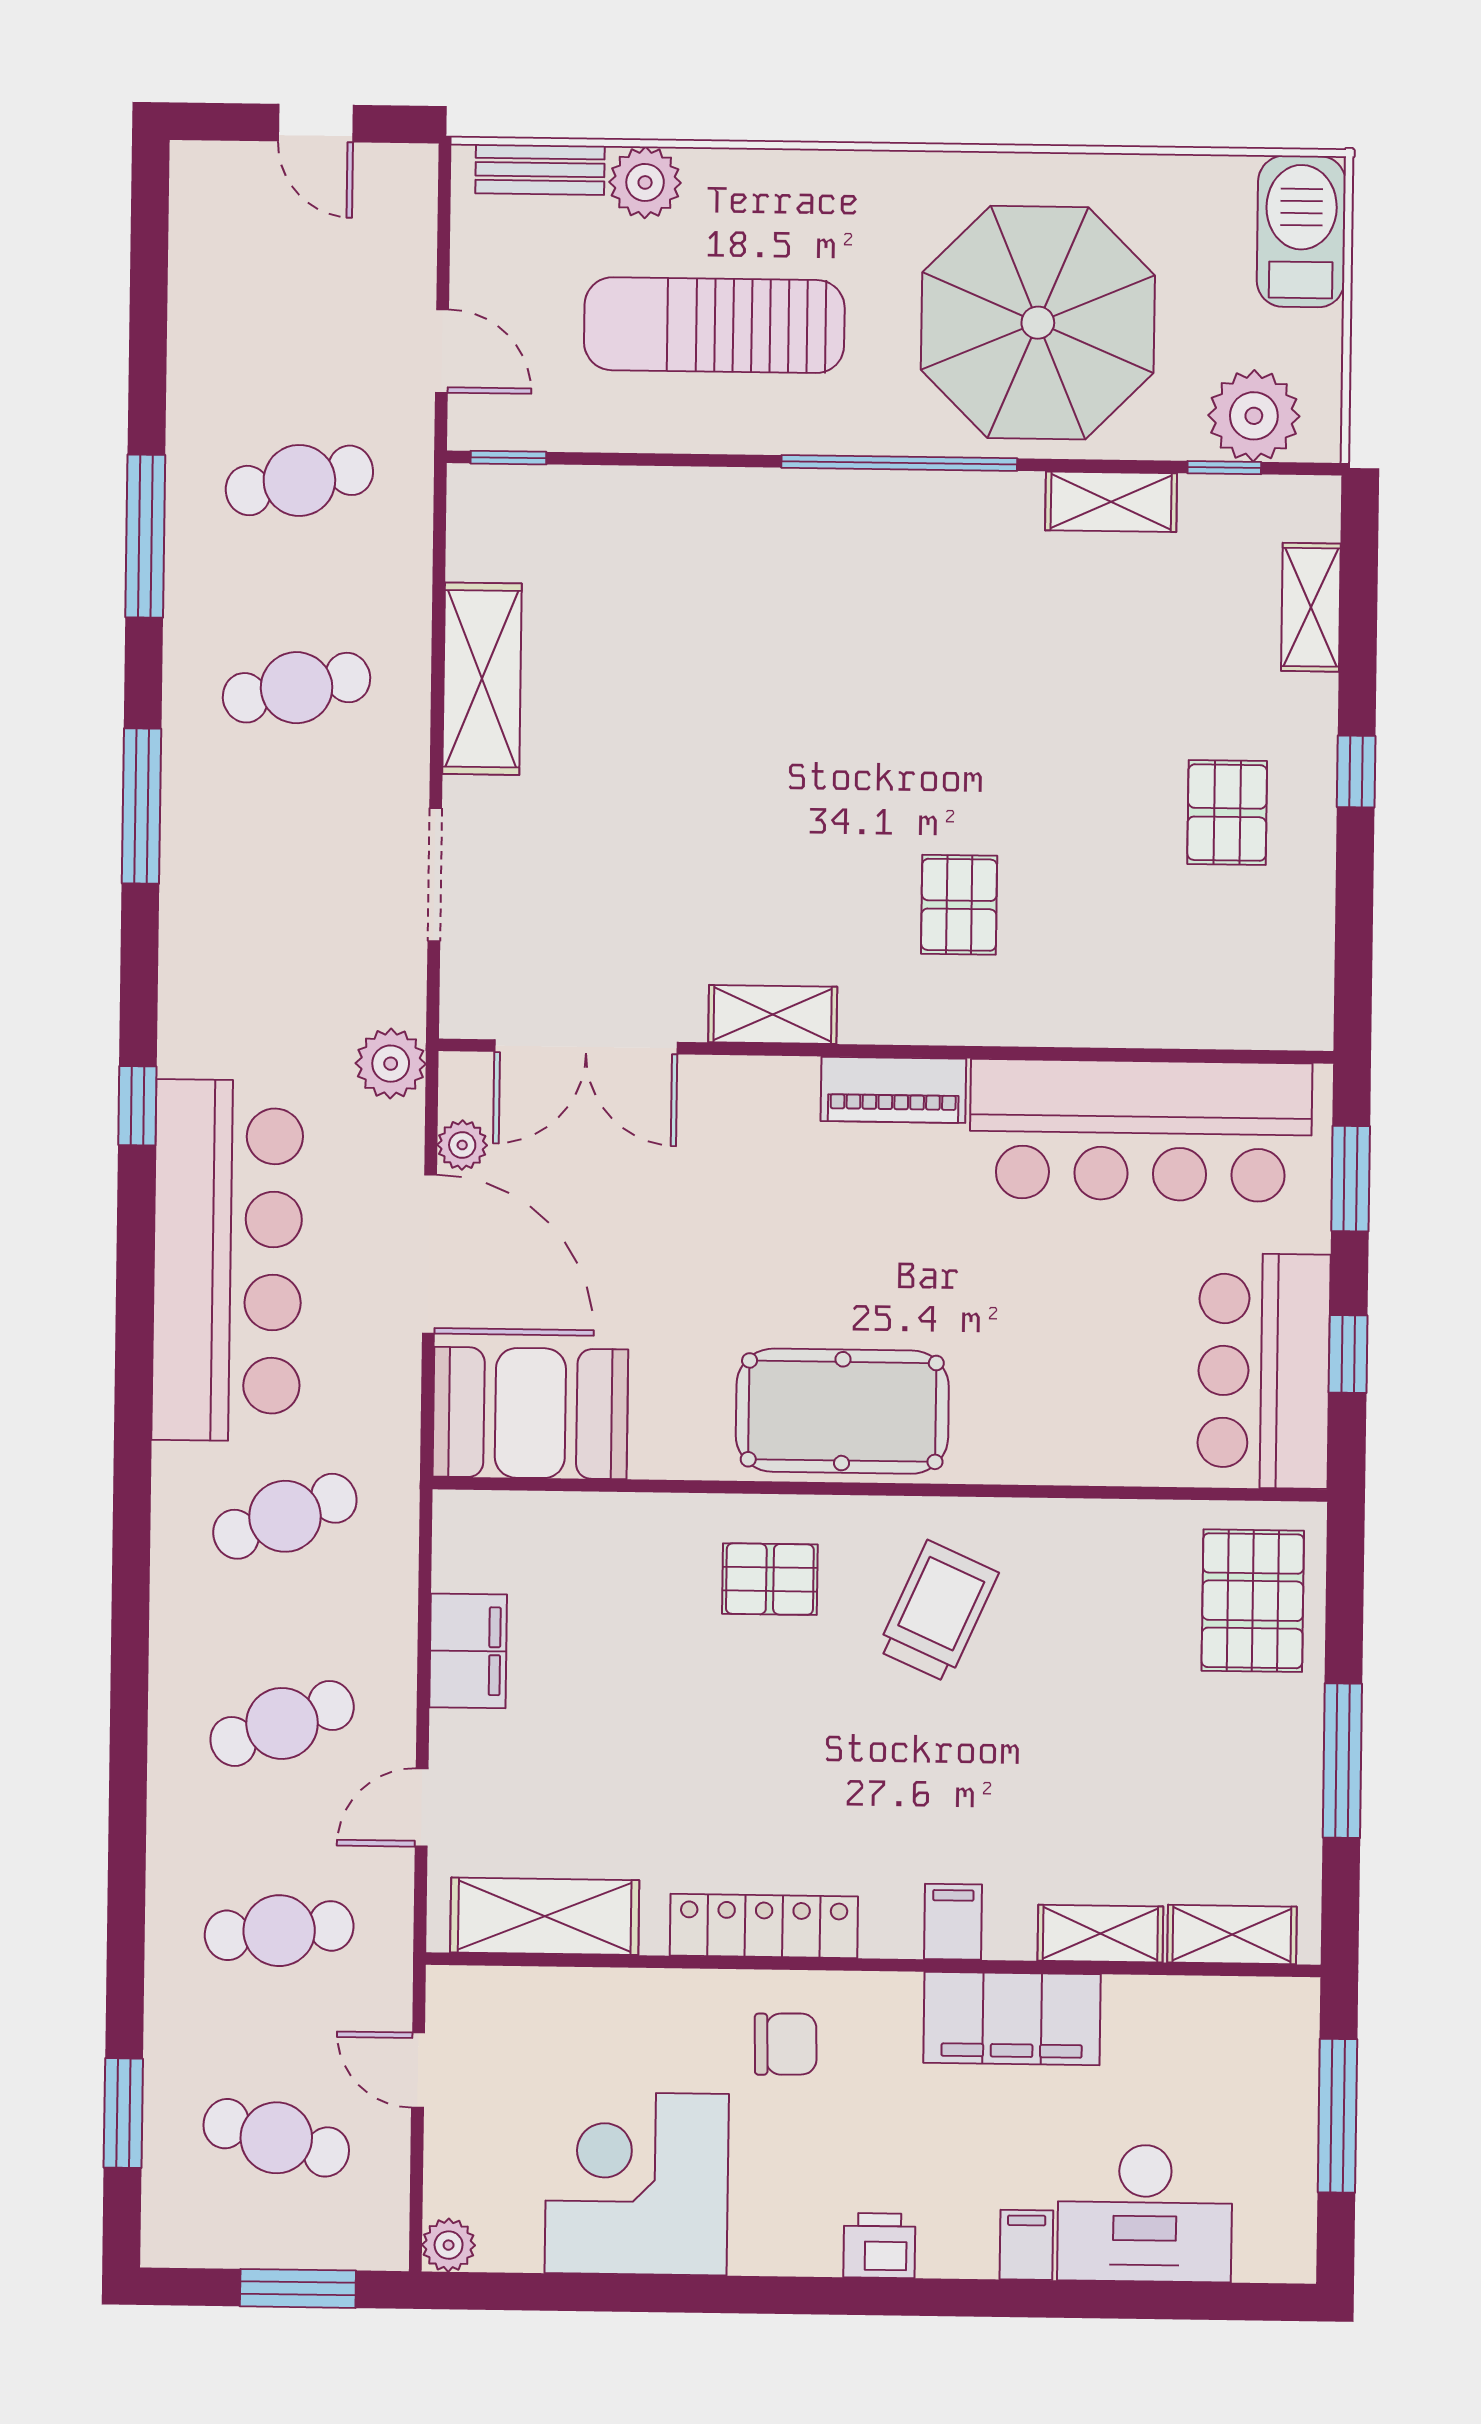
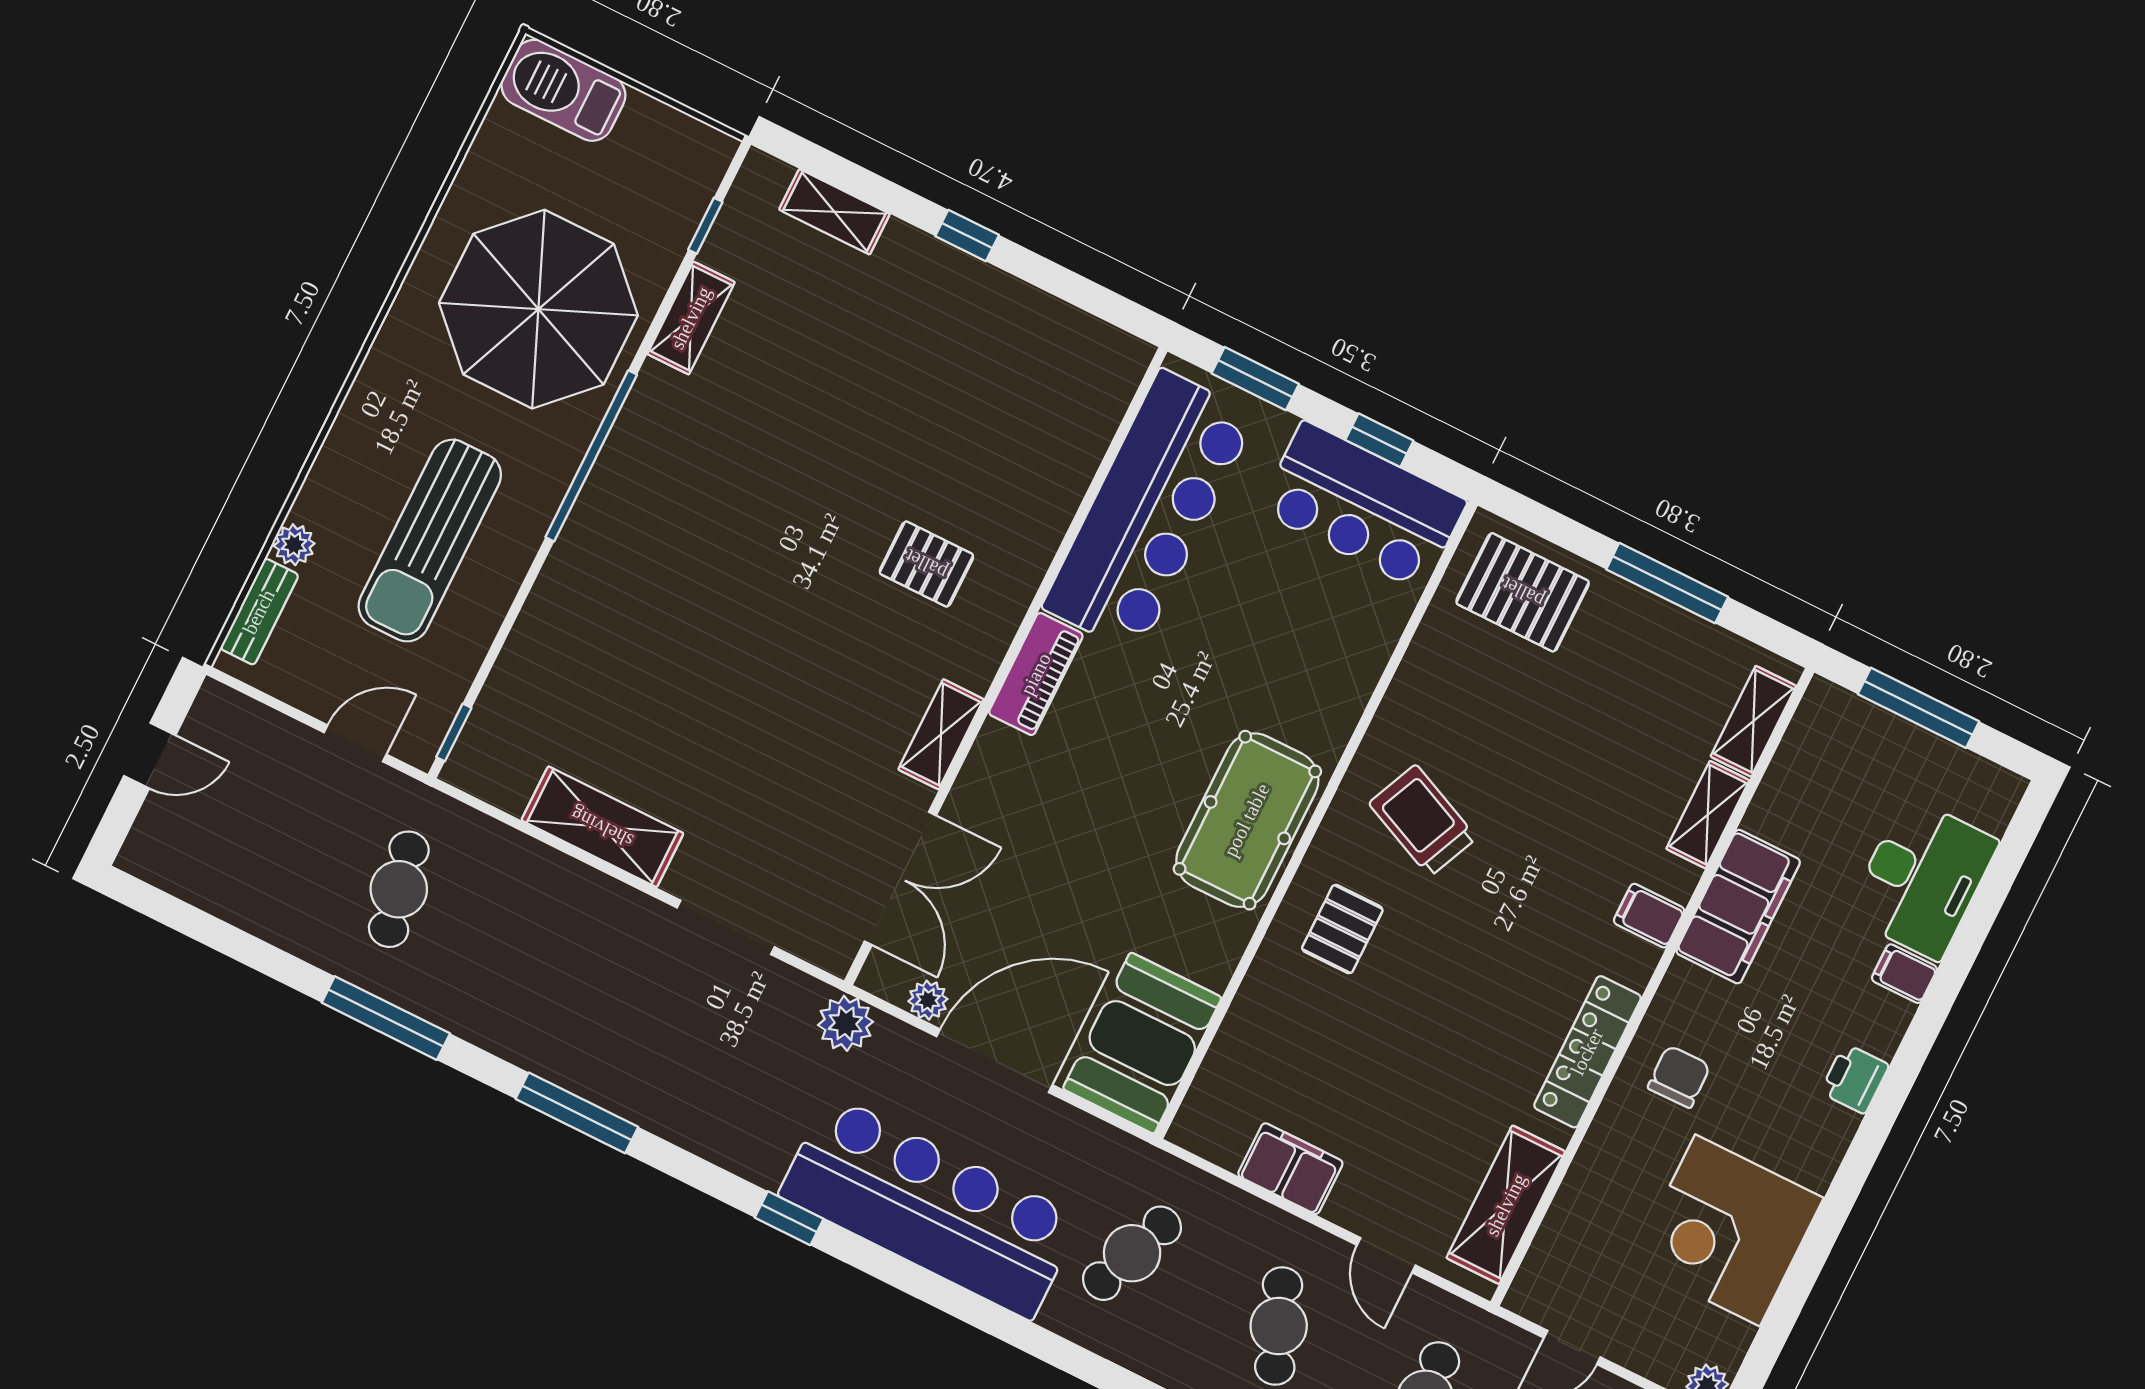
plant: (645, 182) -> (294, 545), width x0.73, depth x0.73
plant: (1254, 416) -> (679, 187), removed
cafe table: (297, 688) -> (545, 962), removed
pallet: (1227, 813) -> (952, 341), removed
cafe table: (285, 1516) -> (1132, 1253), turned 42

